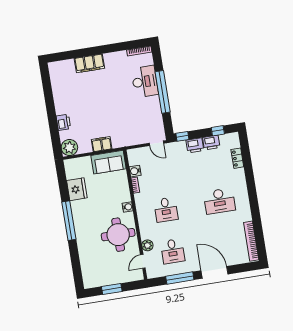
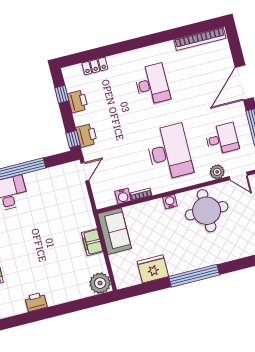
printer: (63, 122) -> (36, 302), moved
printer: (195, 145) -> (87, 135), moved
desk: (166, 210) -> (169, 152), width x1.87, depth x1.30

